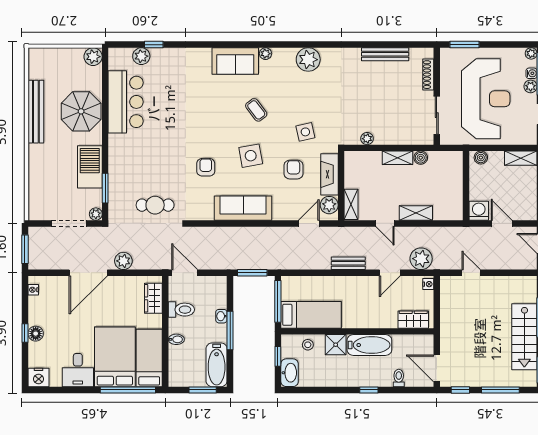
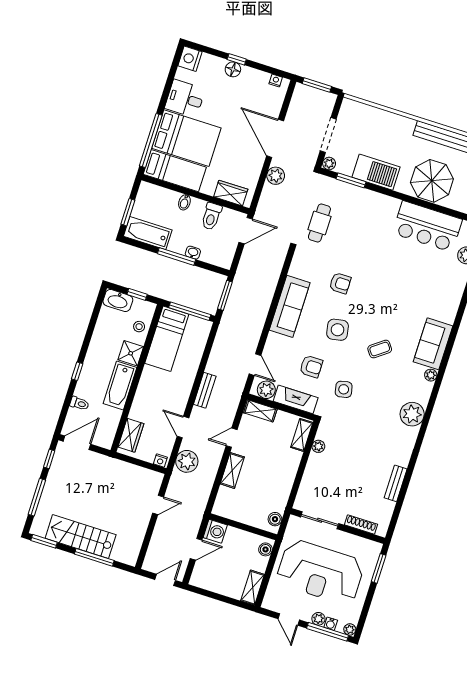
bench: (385, 54) -> (396, 483), width x0.73
shelving: (397, 158) -> (302, 435), moved
boiler: (421, 158) -> (275, 519), moved

